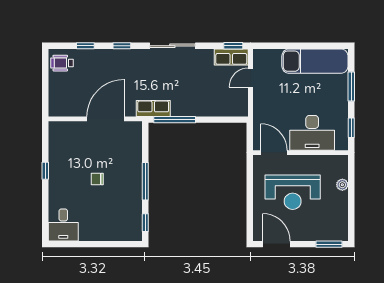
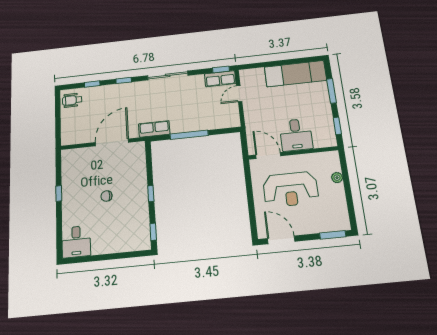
window: (175, 120) -> (189, 135), moved
desk: (312, 133) -> (296, 135), width x0.73
window: (145, 181) -> (151, 194), width x0.46

